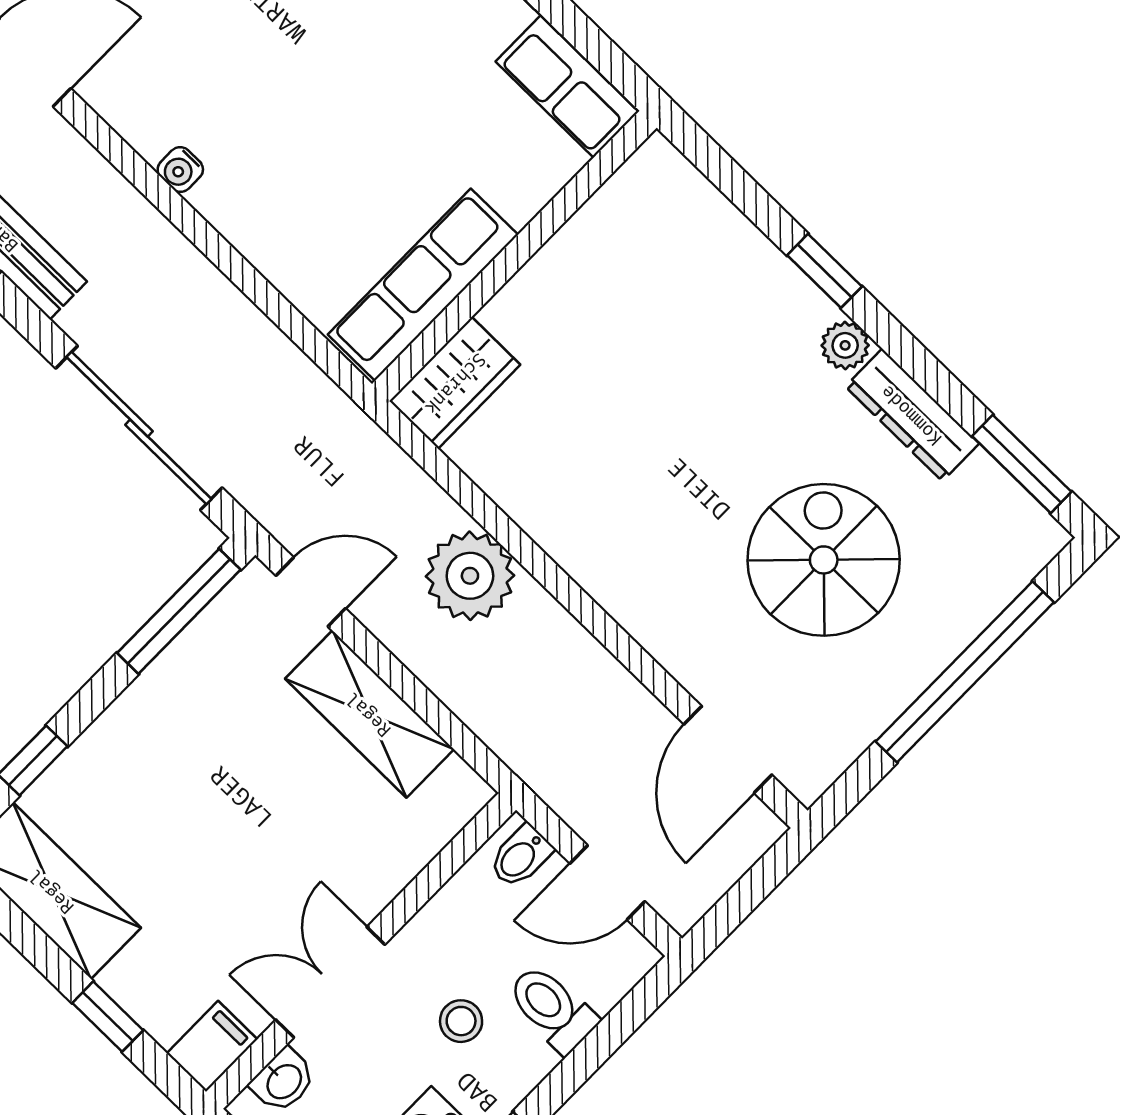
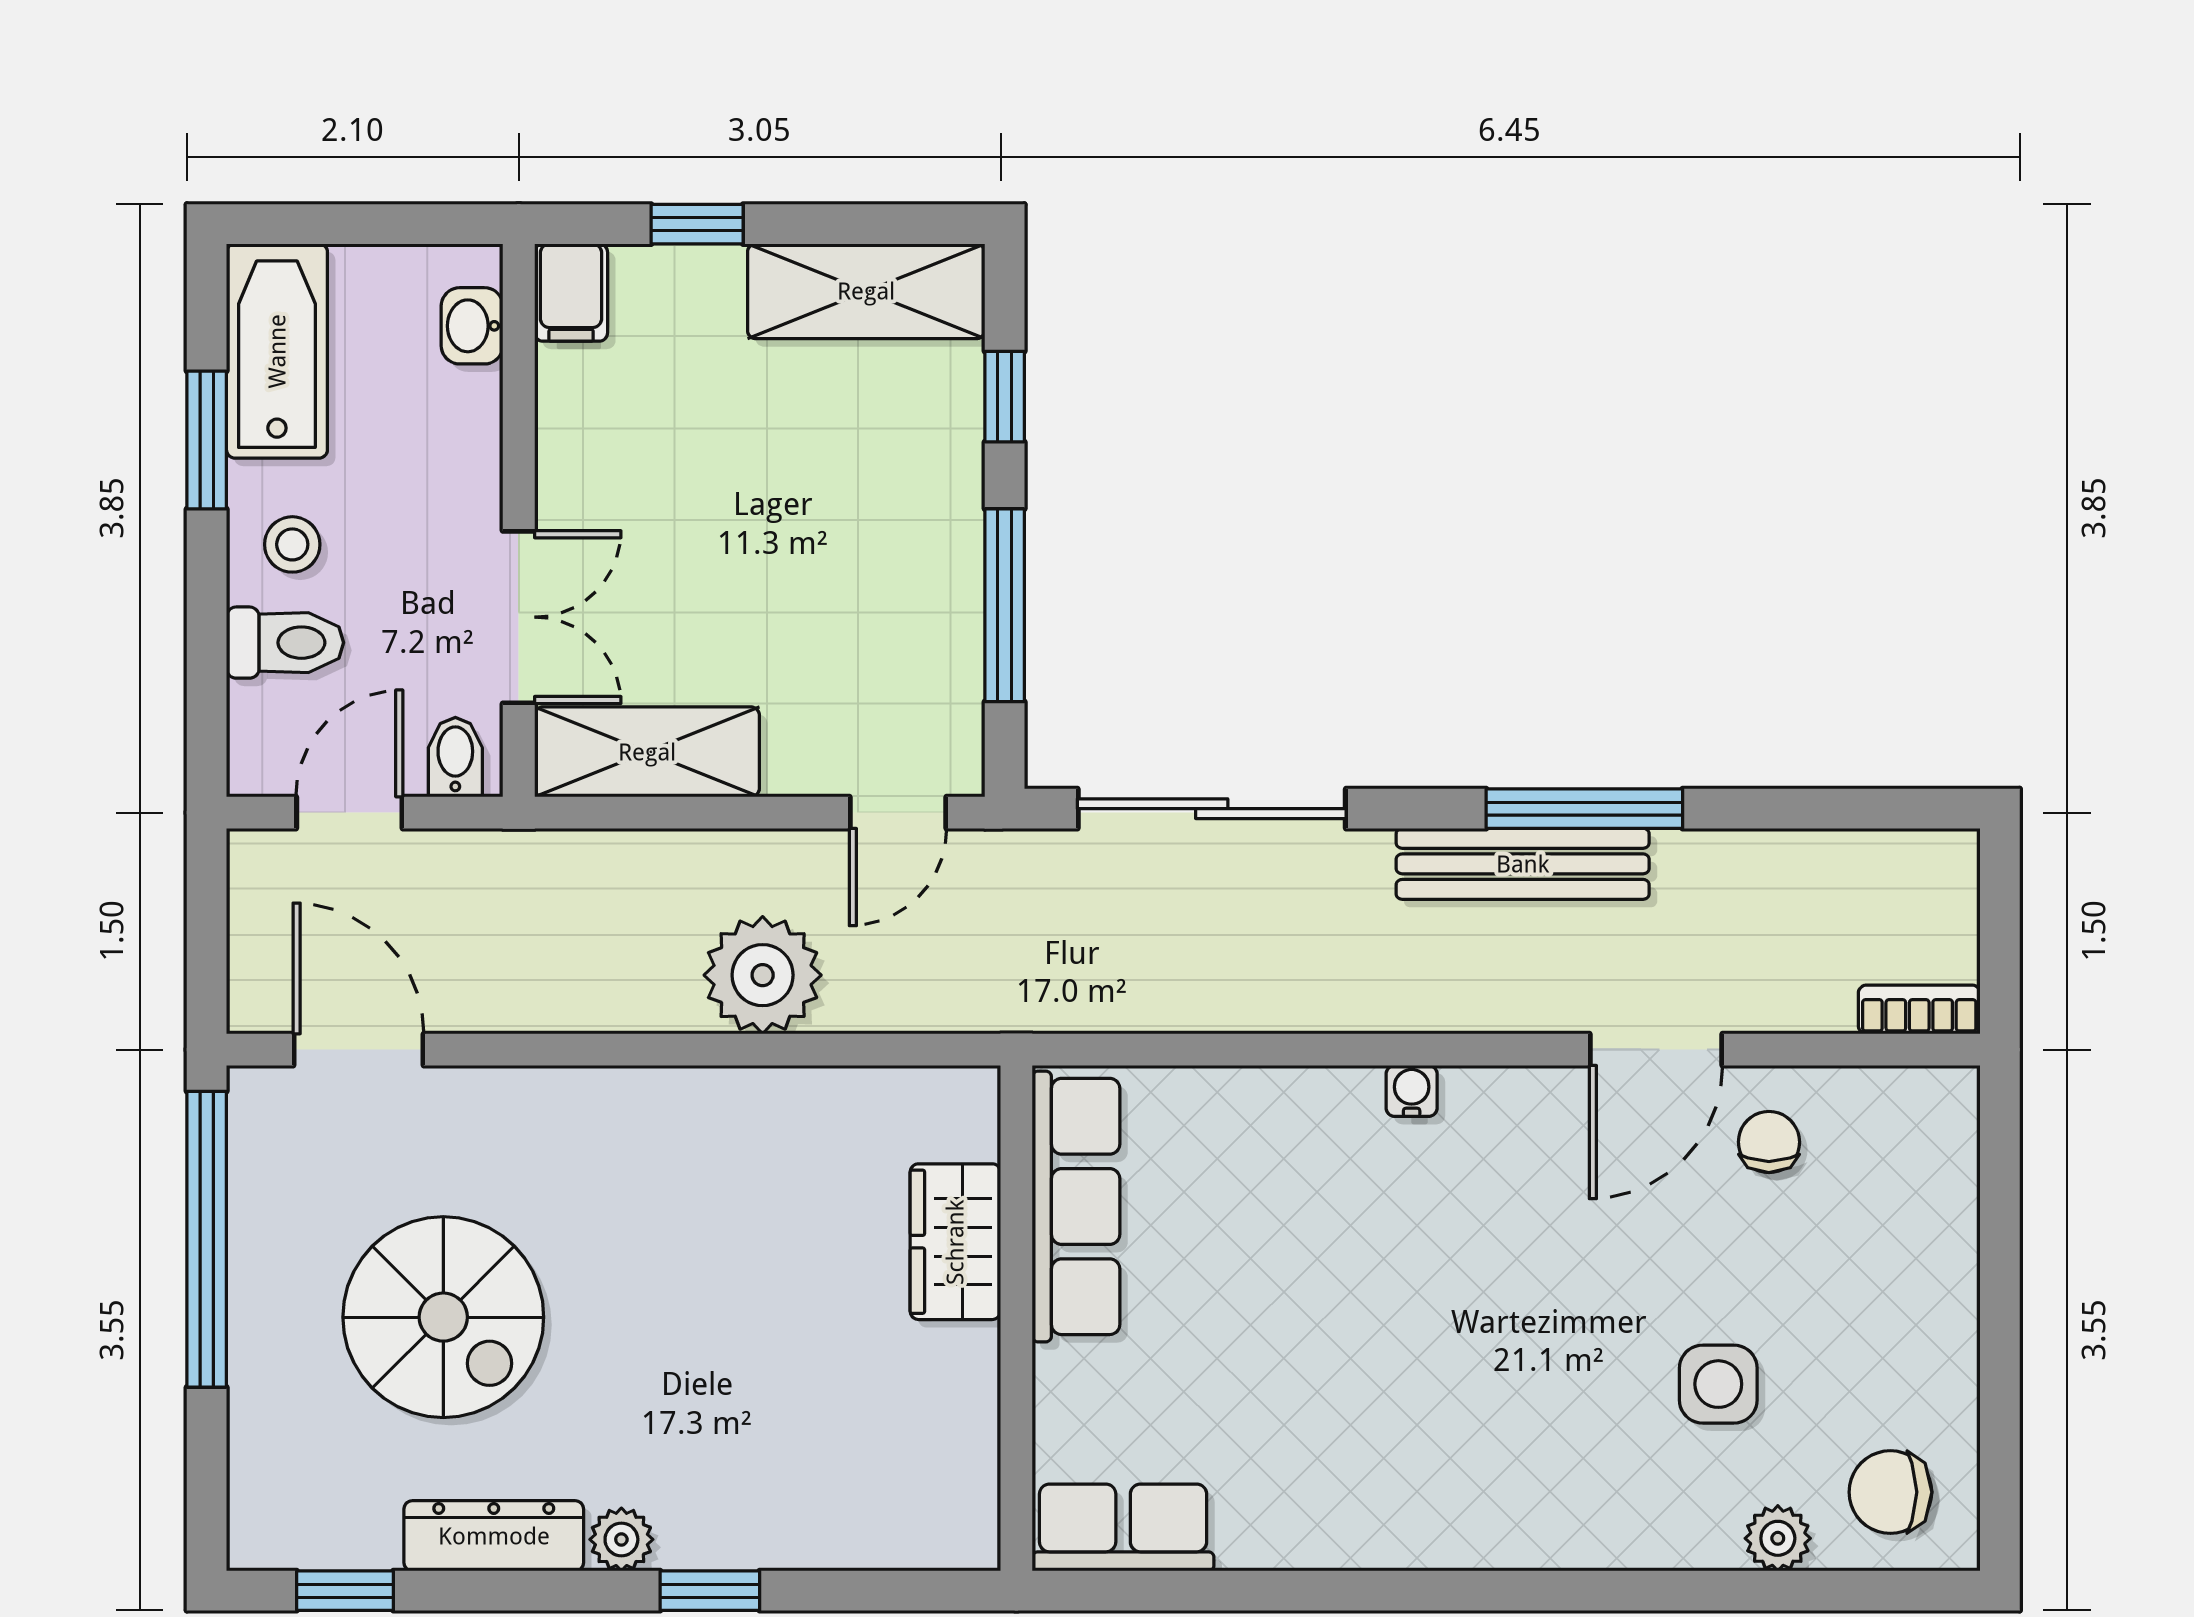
wardrobe: (455, 383) -> (955, 1242), moved
window: (1022, 464) -> (345, 1591), width x0.67
window: (179, 611) -> (1005, 605), moved
window: (965, 672) -> (207, 1239), moved
shelving: (369, 714) -> (647, 752), moved
double door: (330, 982) -> (519, 617), moved
stool: (461, 1021) -> (292, 544), moved

